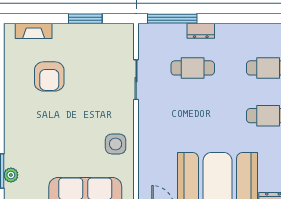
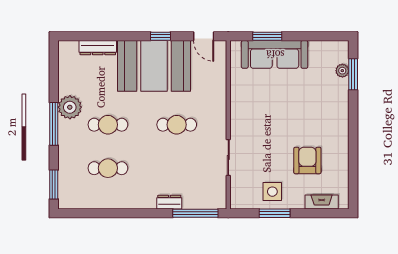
cafe table: (193, 68) -> (177, 125), moved
side table: (116, 144) -> (272, 192), moved

